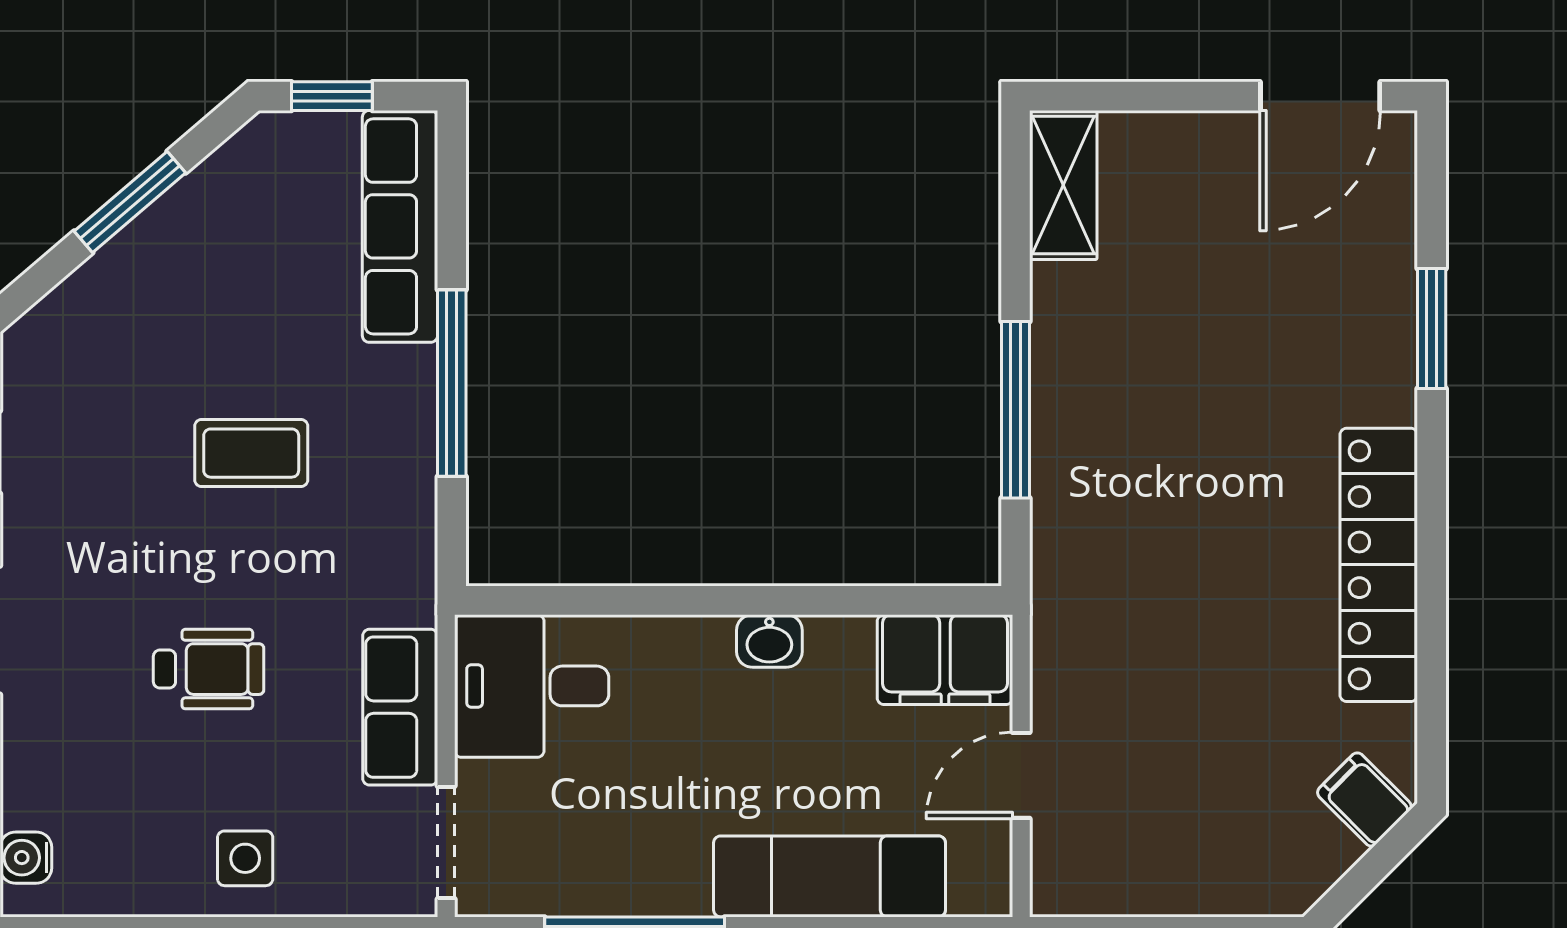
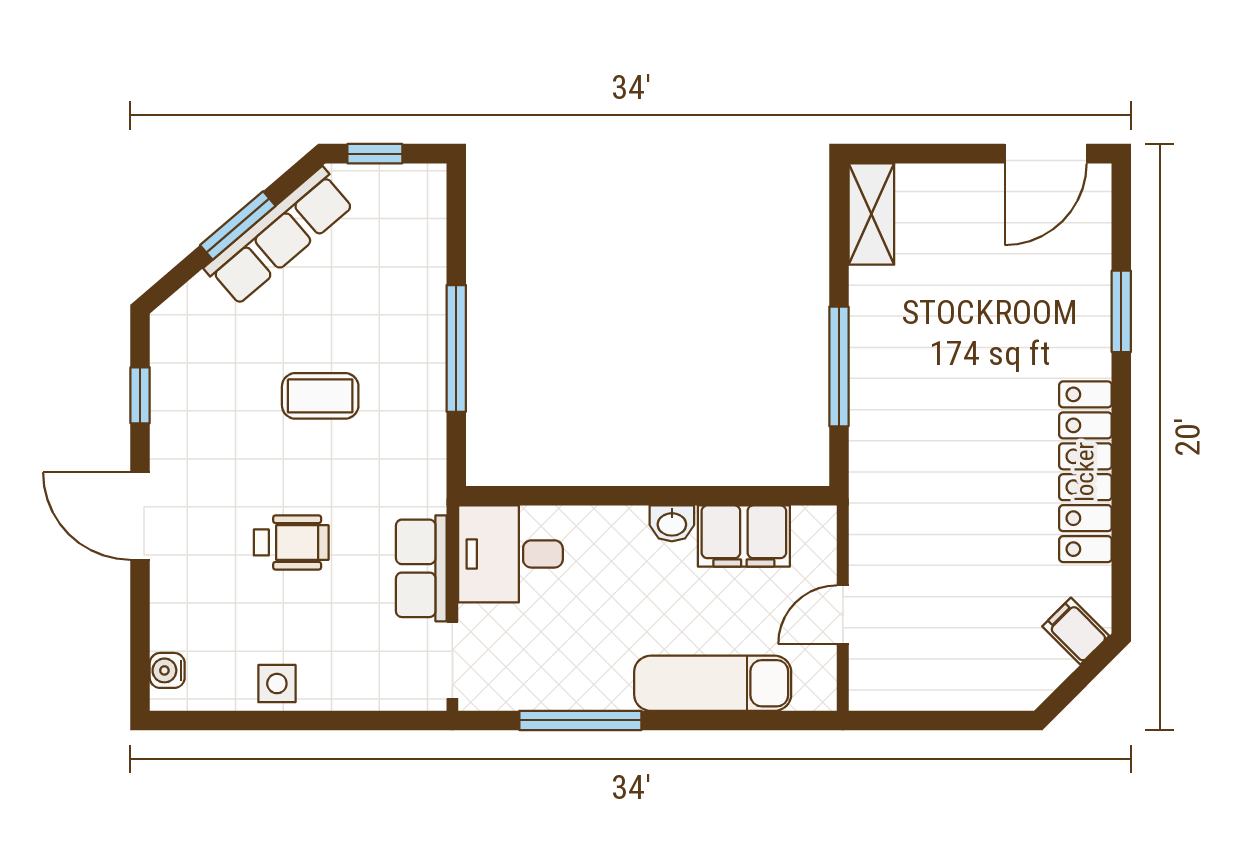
row of seats: (400, 226) -> (279, 236), moved, turned -131
filing cabinet: (945, 660) -> (744, 536), moved
side table: (245, 858) -> (277, 684), moved

